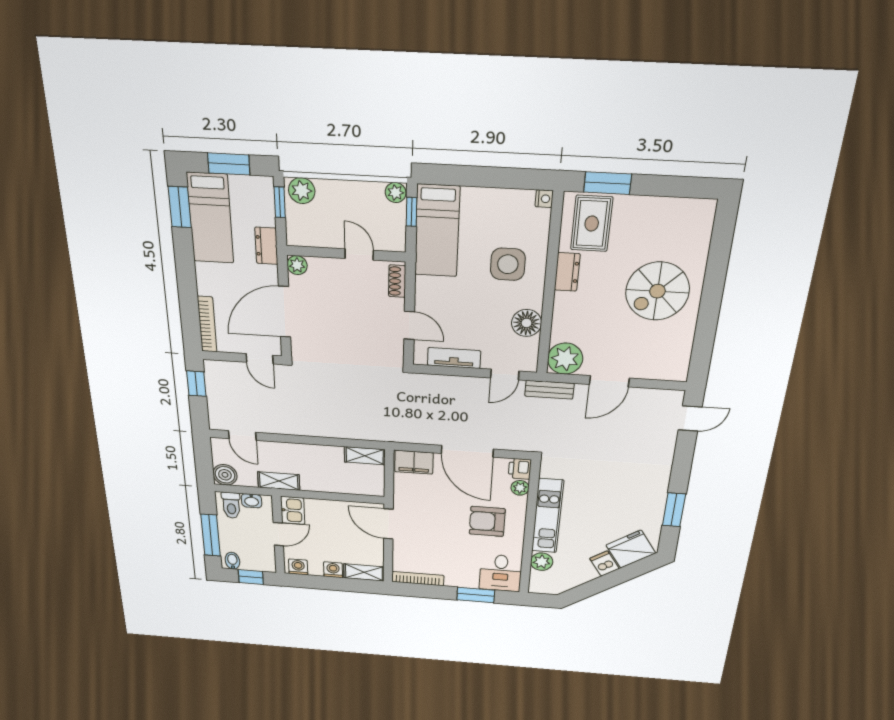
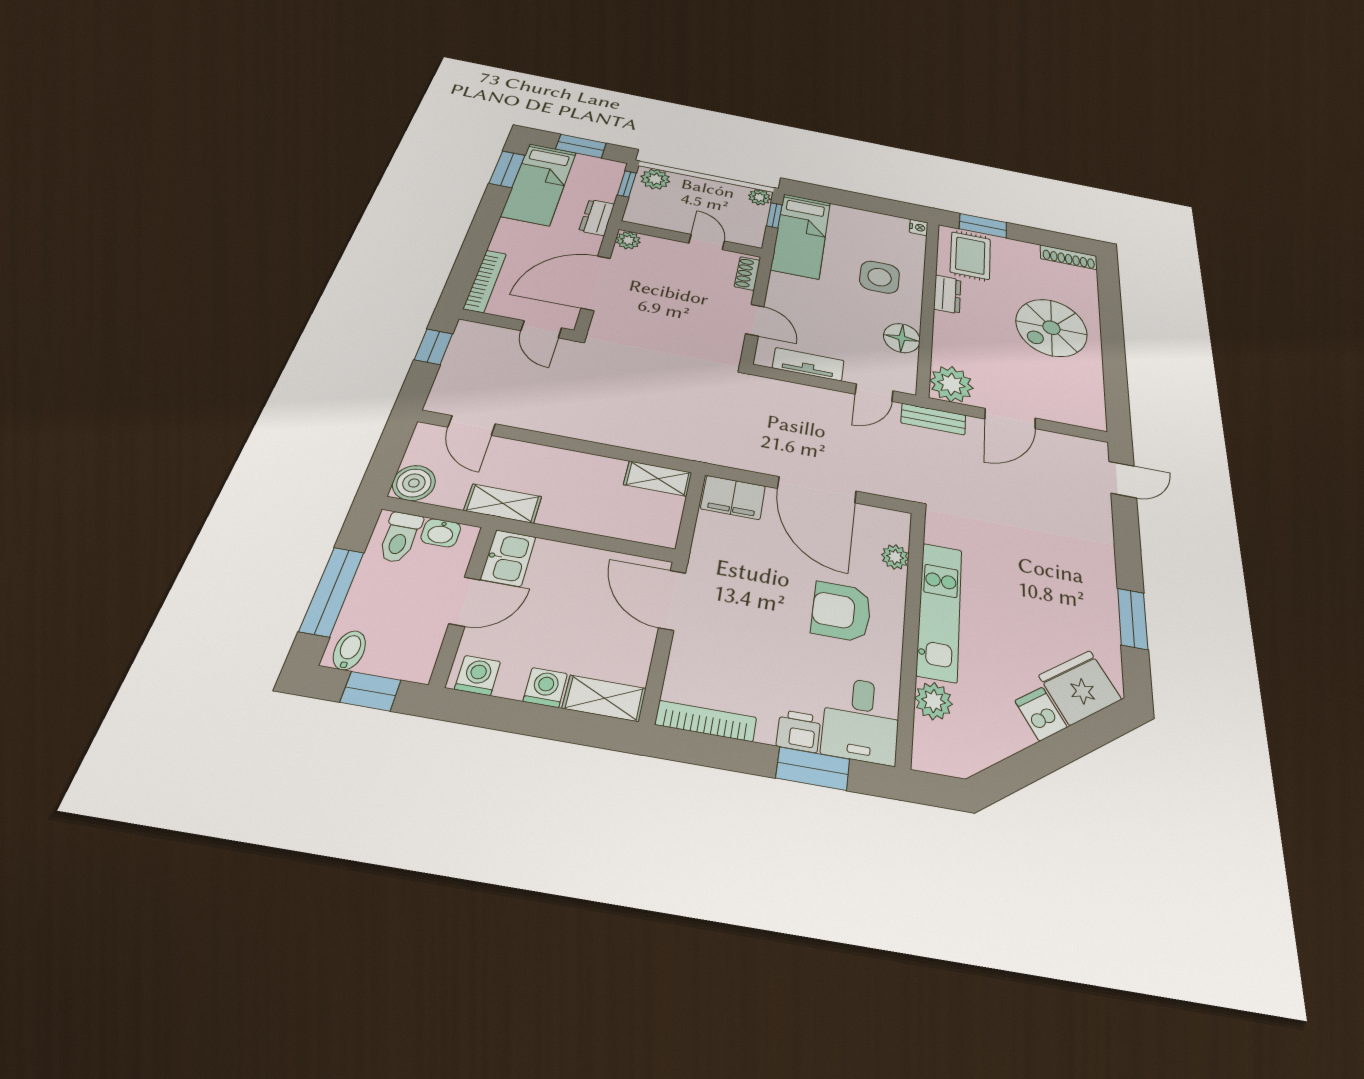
shoe rack: (689, 207) -> (1069, 257), added
printer: (520, 469) -> (799, 731), moved, turned 90

